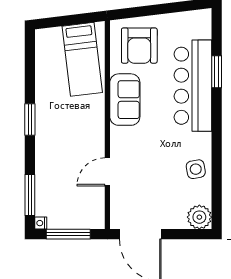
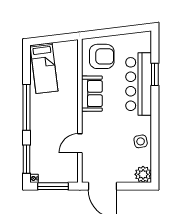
armchair: (139, 46) -> (102, 56), turned -90
bed: (82, 59) -> (44, 68), moved
window: (30, 120) -> (27, 107), width x2.11

